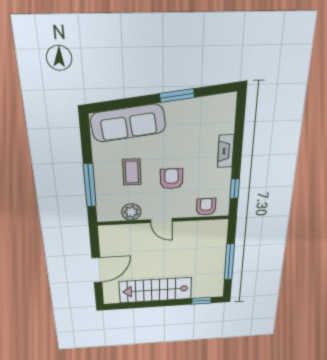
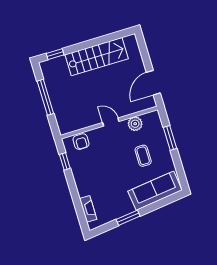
fireplace: (226, 151) -> (88, 209), moved
armchair: (172, 179) -> (114, 158), removed
window: (90, 185) -> (170, 138), width x0.69
door: (97, 270) -> (153, 83), moved

